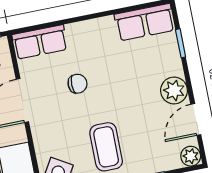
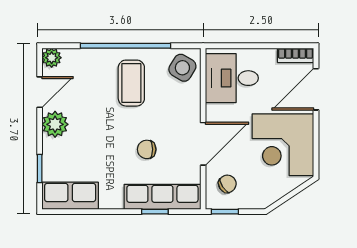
window: (57, 23) -> (155, 212), added
row of seats: (40, 42) -> (162, 197), width x1.48

